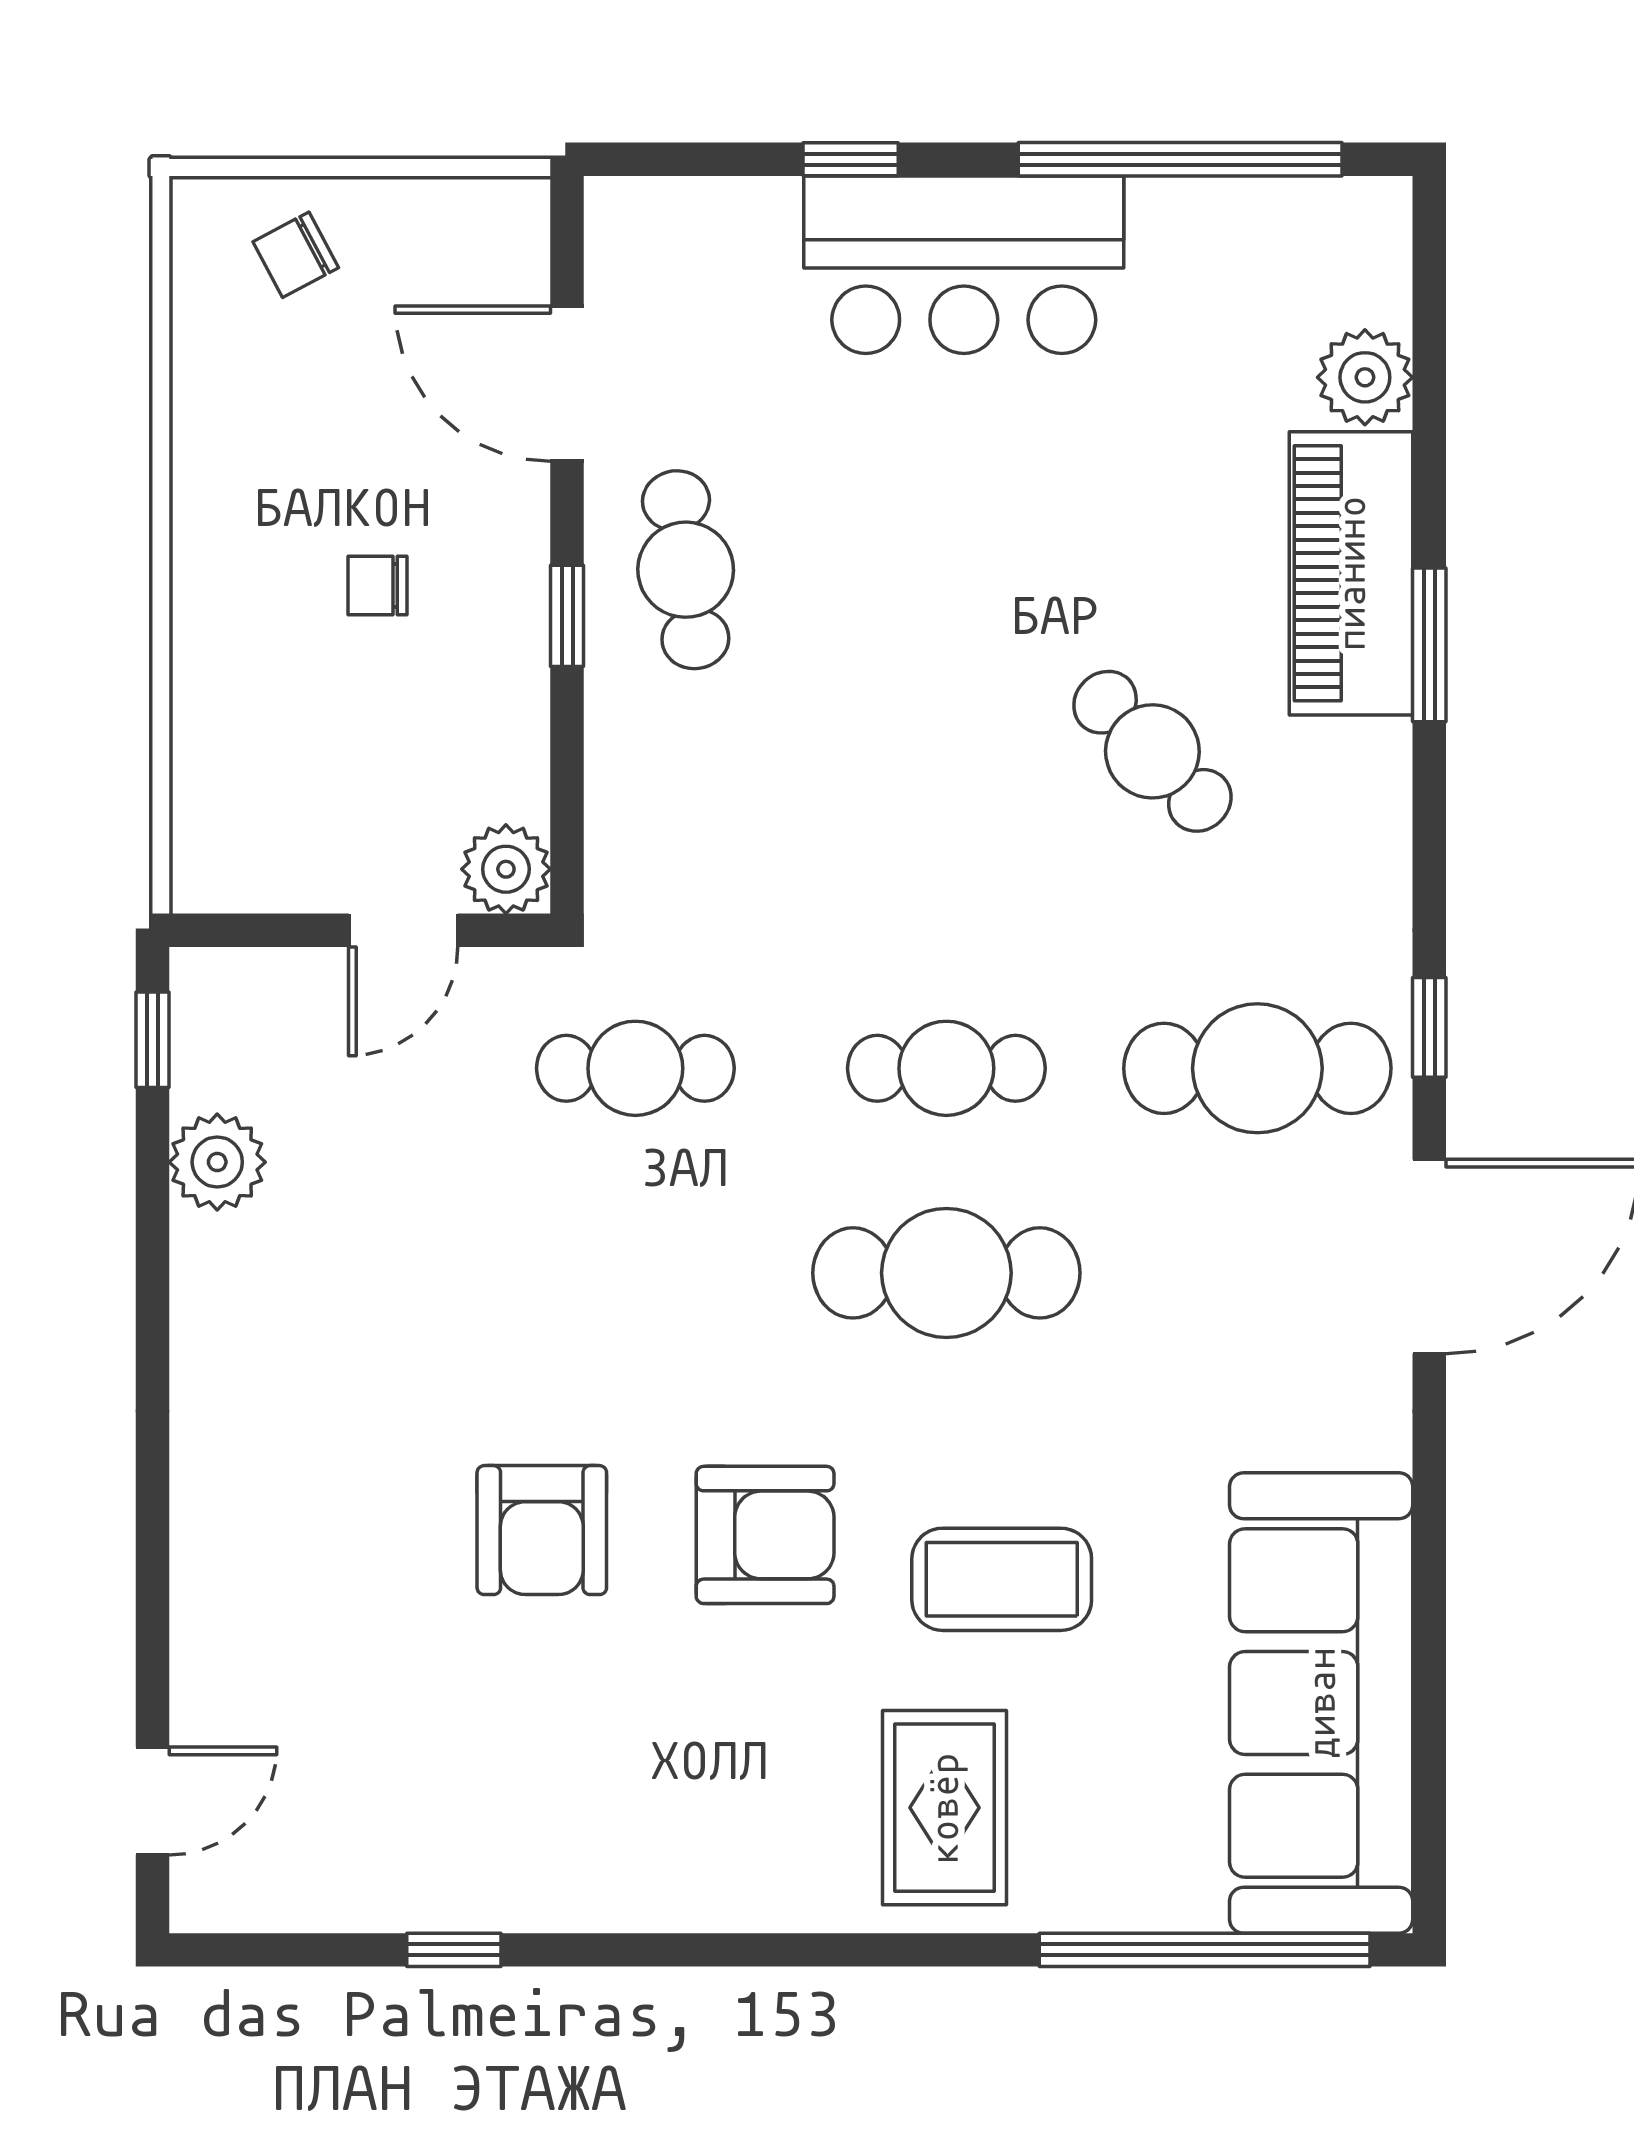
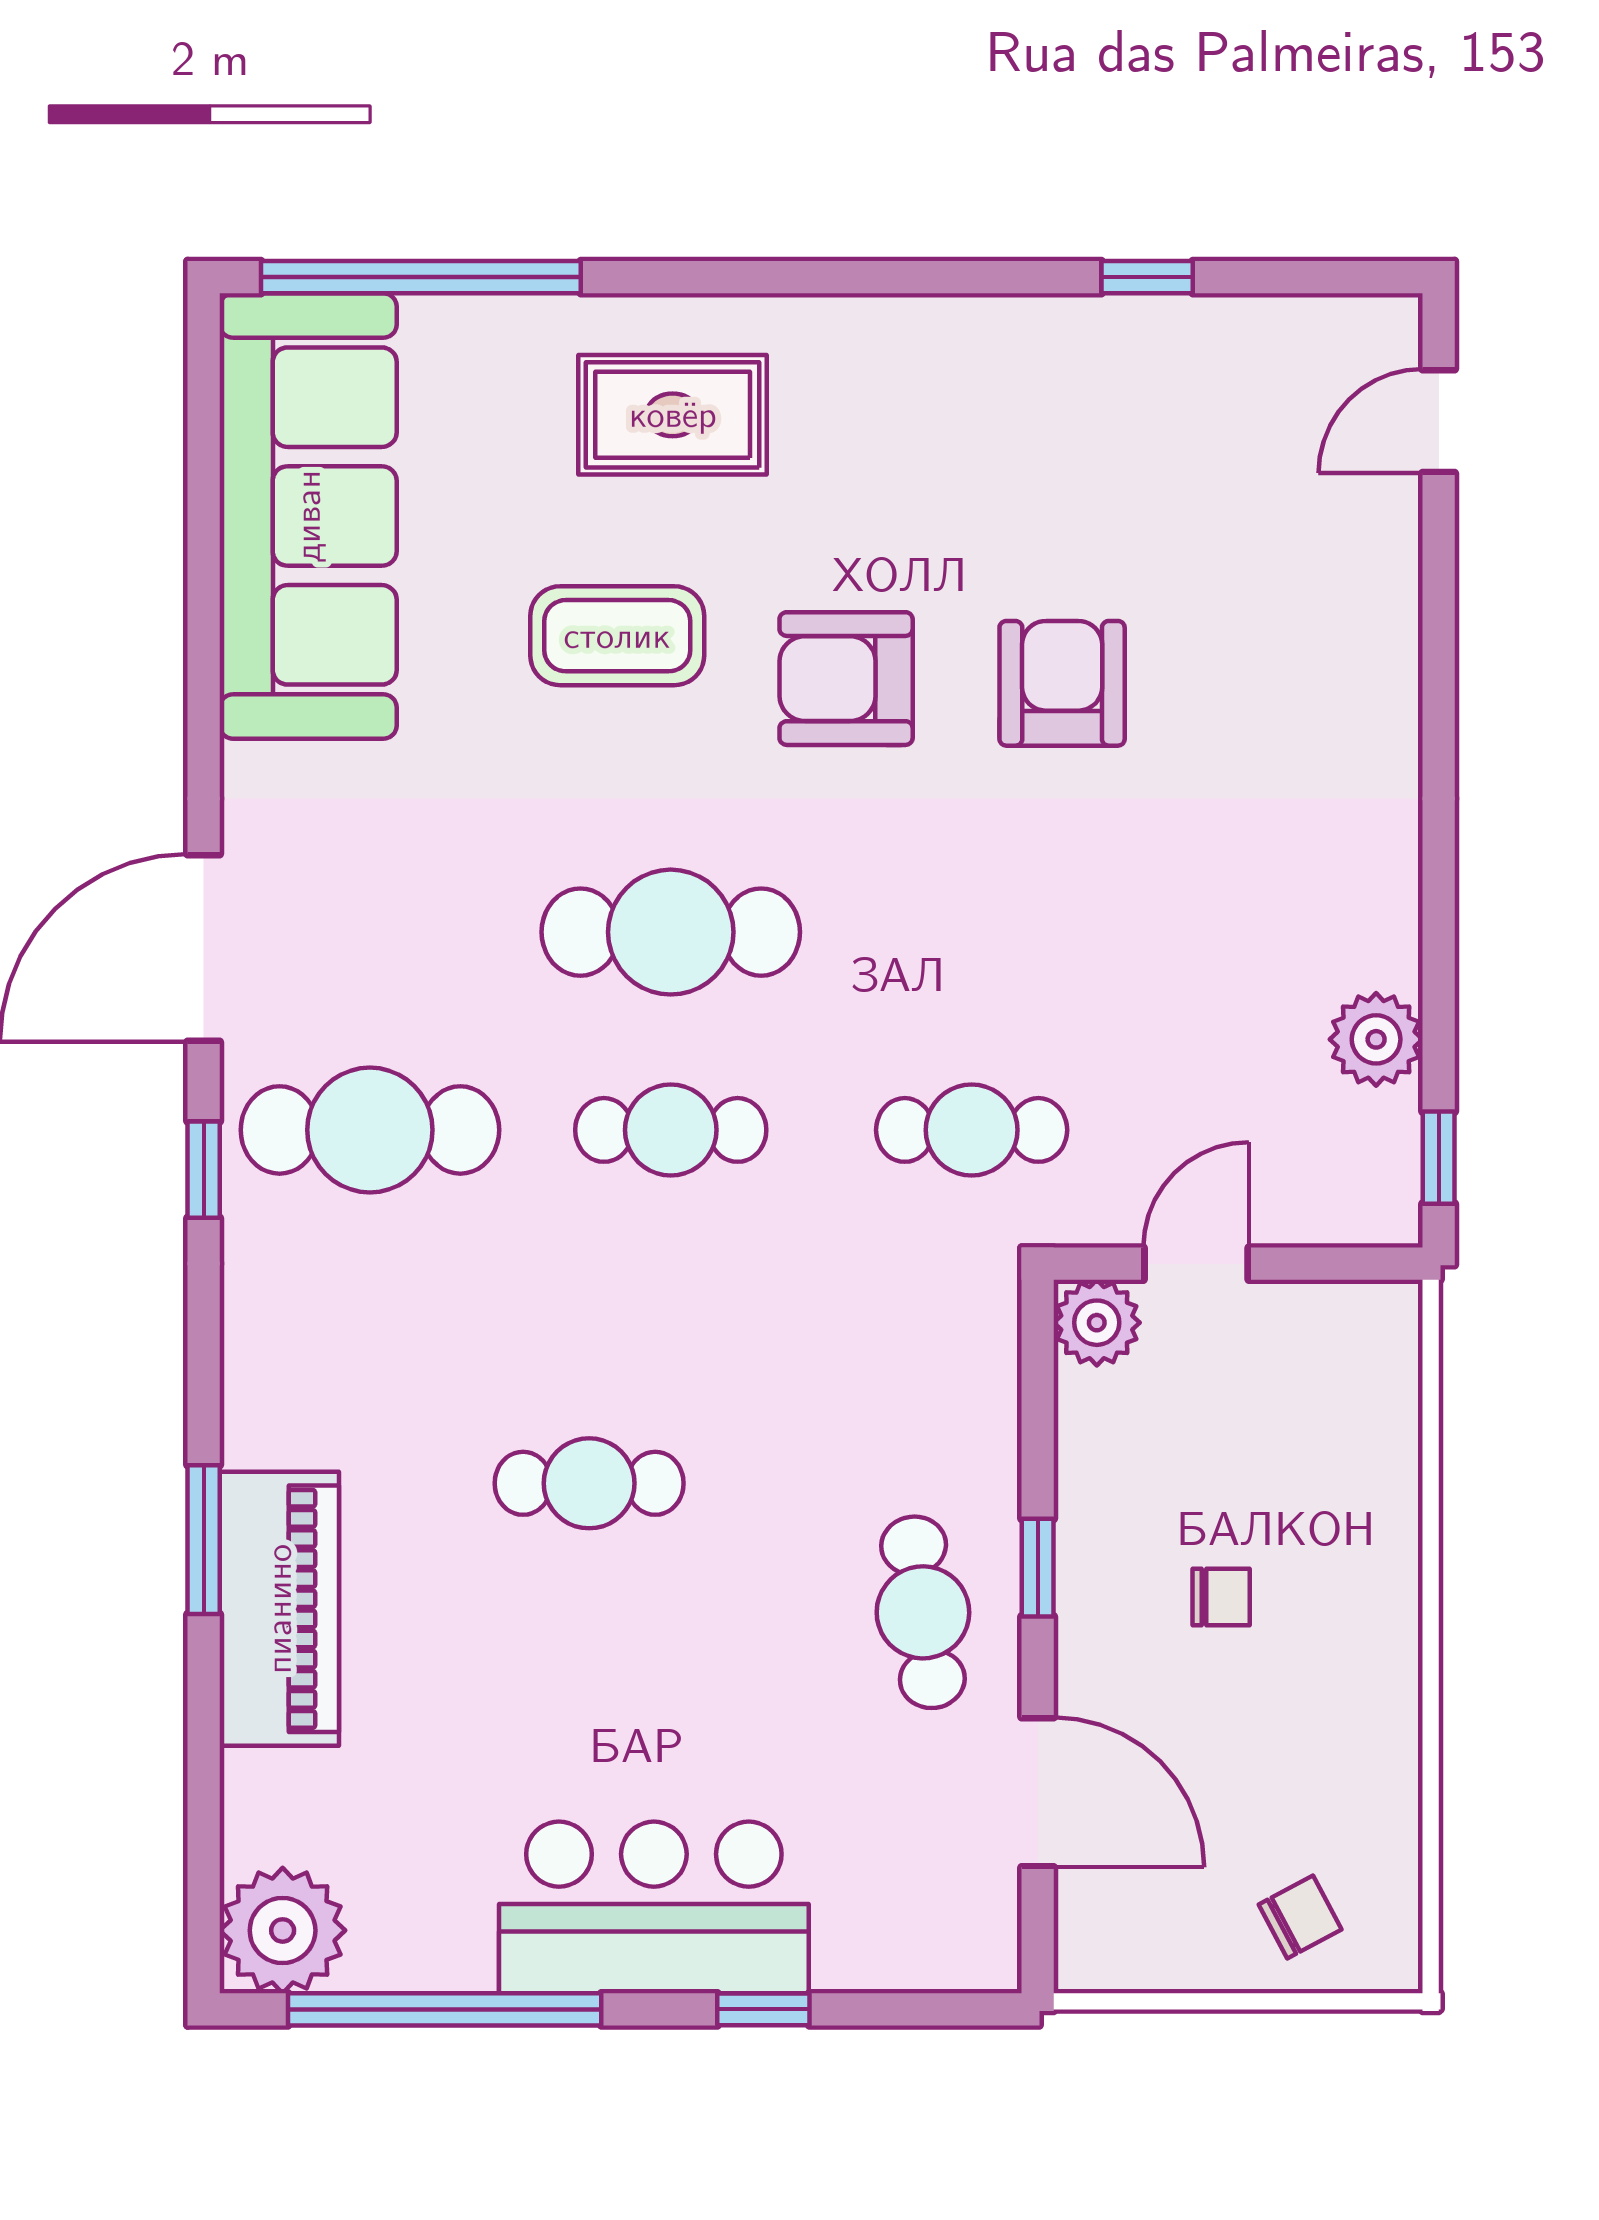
plant: (1365, 377) -> (283, 1930), moved, width x1.36, depth x1.36
cafe table: (1152, 751) -> (589, 1483), moved, turned -46
rug: (944, 1808) -> (673, 415), turned 90

